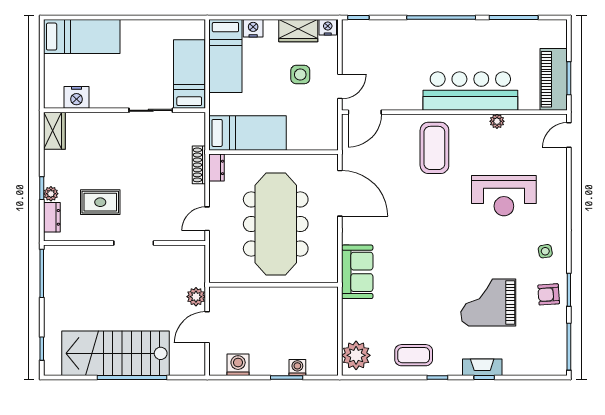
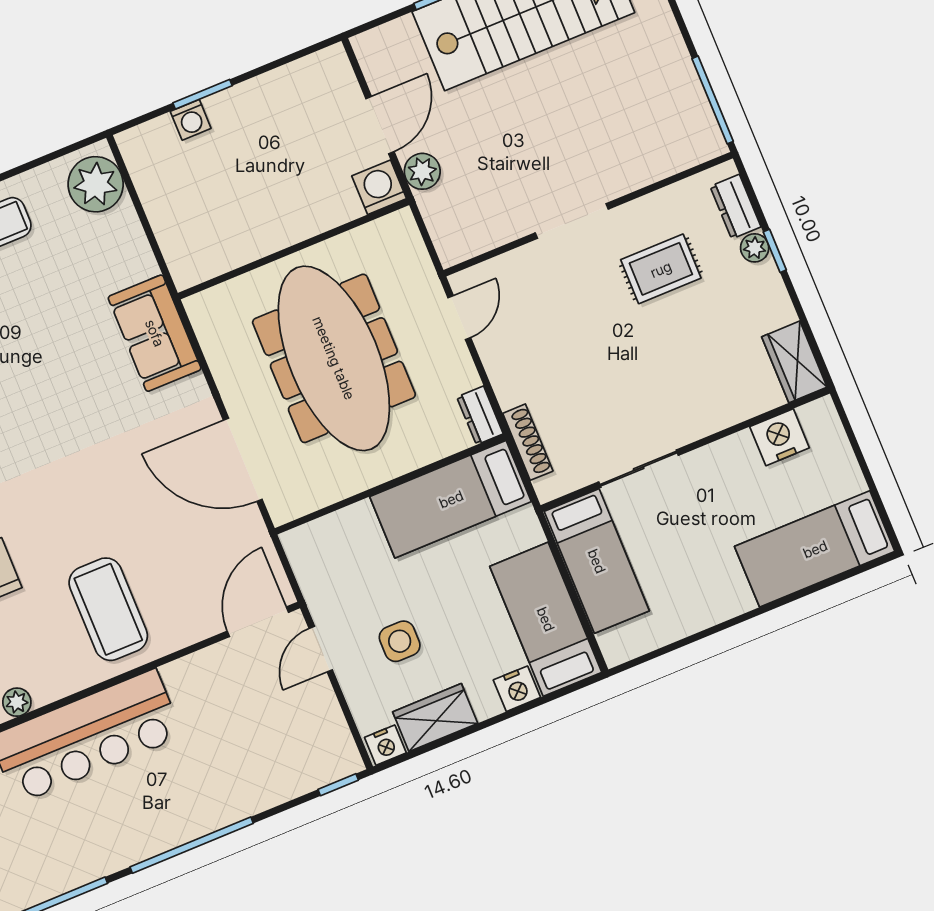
shoe rack: (199, 165) -> (528, 442), moved
washing machine: (238, 365) -> (379, 187), moved, turned 180

